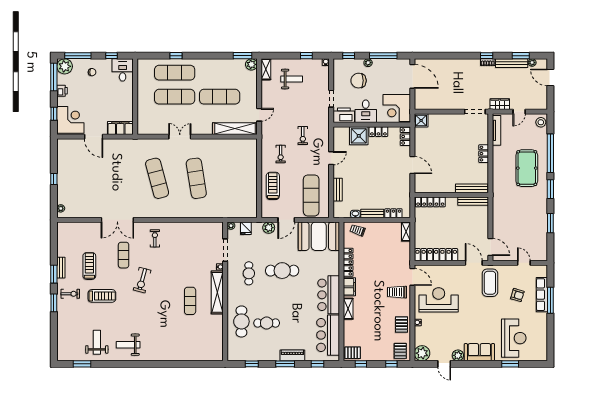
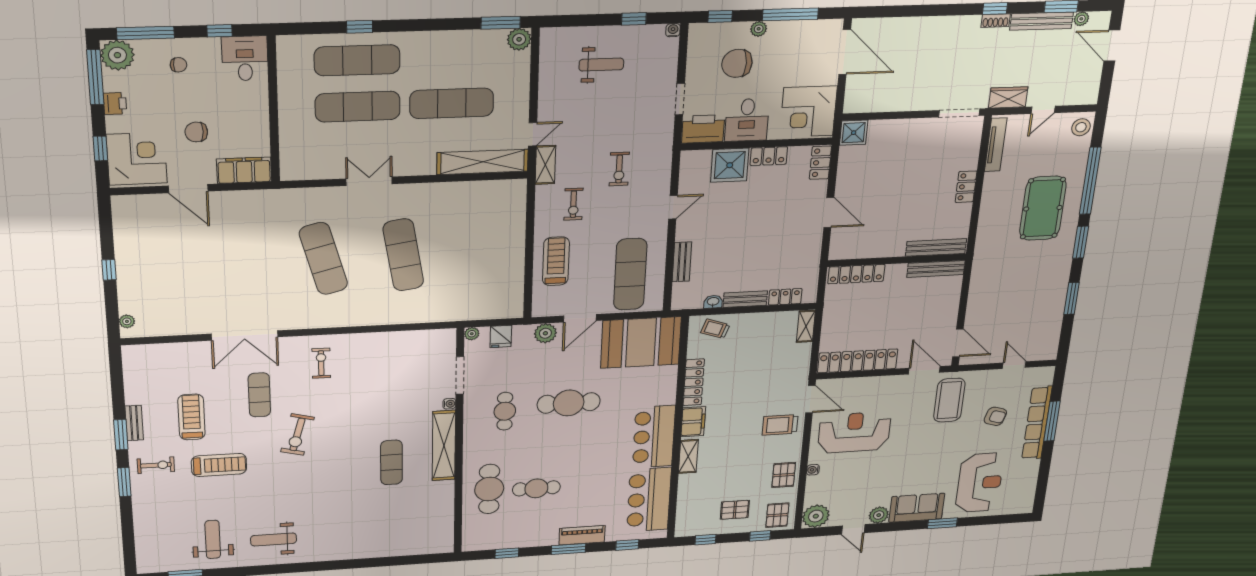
shelving: (266, 69) -> (545, 165), moved
chair: (99, 107) -> (196, 132), added
row of seats: (542, 295) -> (1037, 423), width x1.36
pallet: (353, 353) -> (735, 510), moved
window: (510, 364) -> (942, 523), moved

